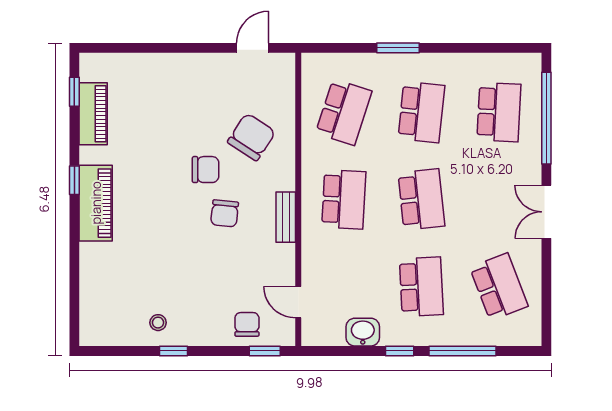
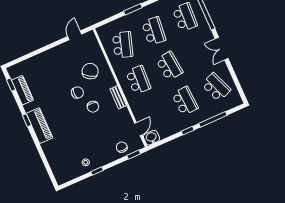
door: (298, 302) -> (138, 129), swing flipped
washbasin: (363, 332) -> (151, 138), moved

